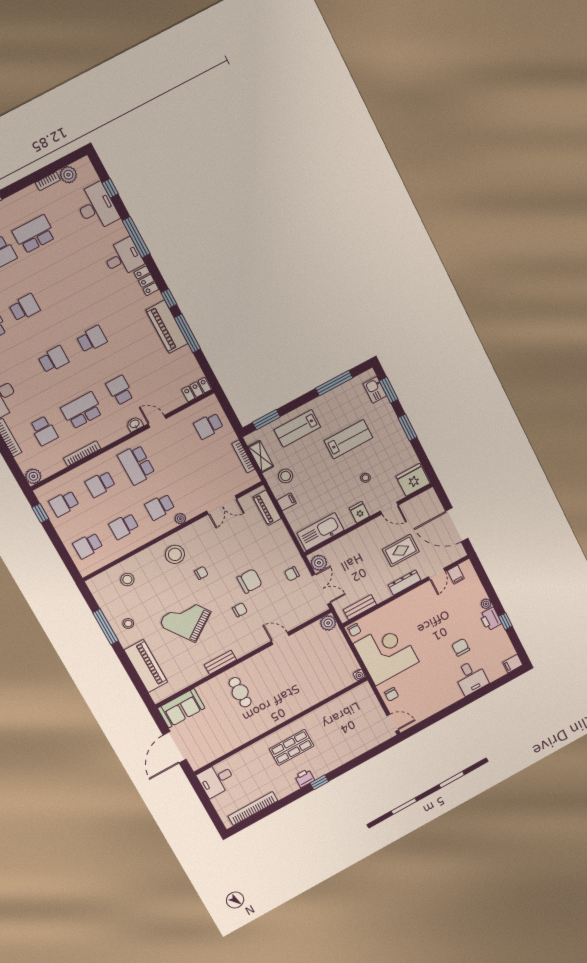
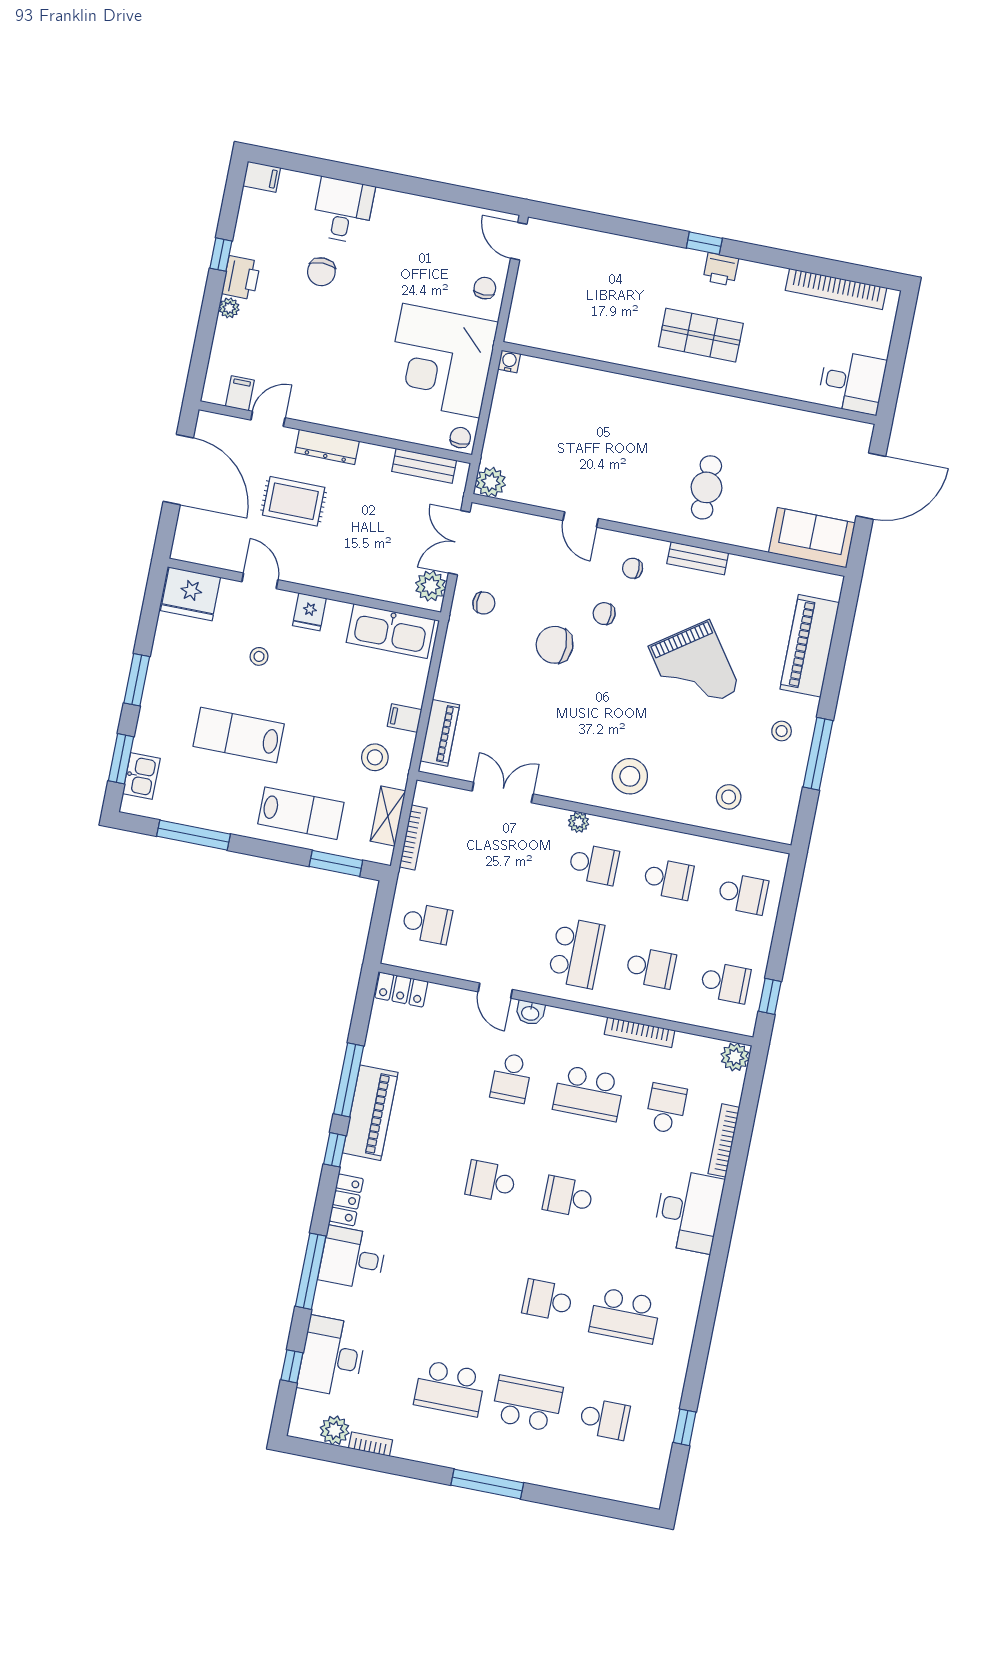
chair: (201, 573) -> (633, 568), moved

